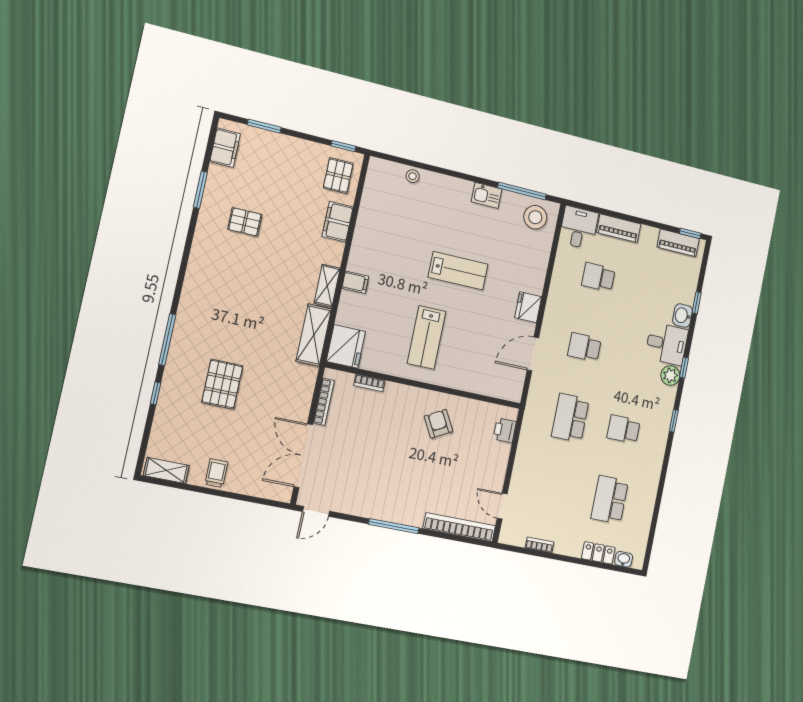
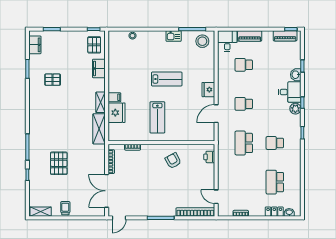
fridge: (346, 346) -> (117, 113), moved

